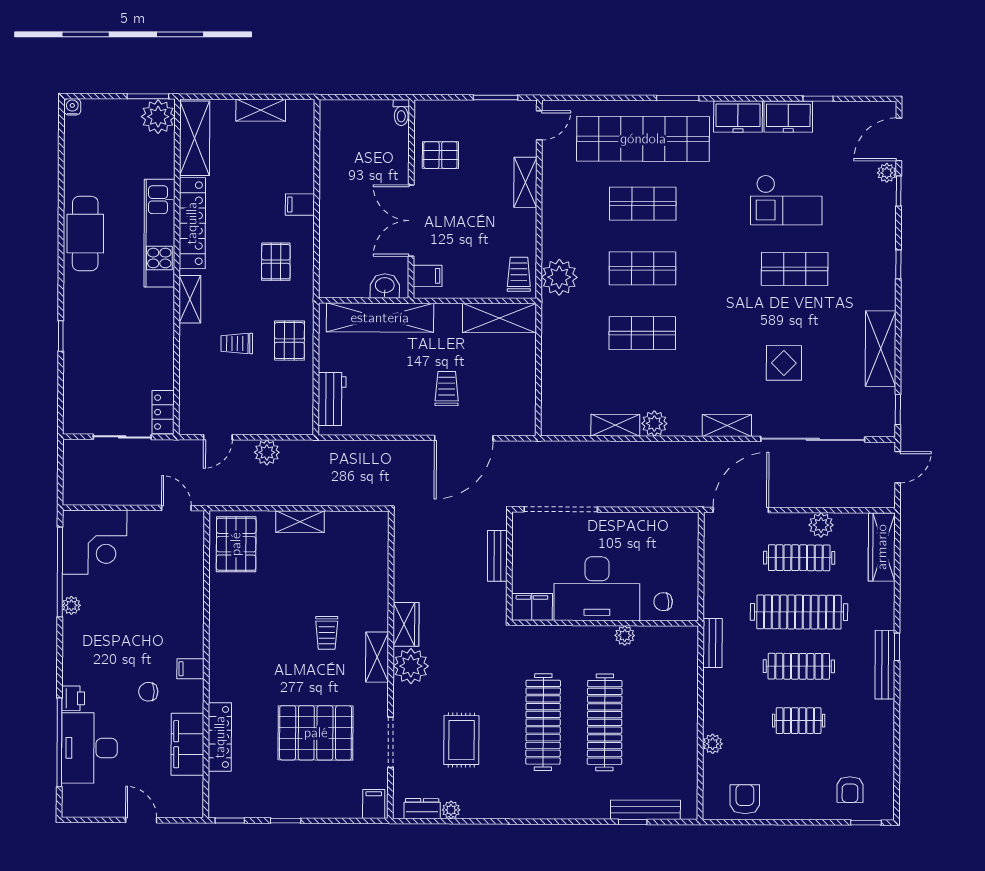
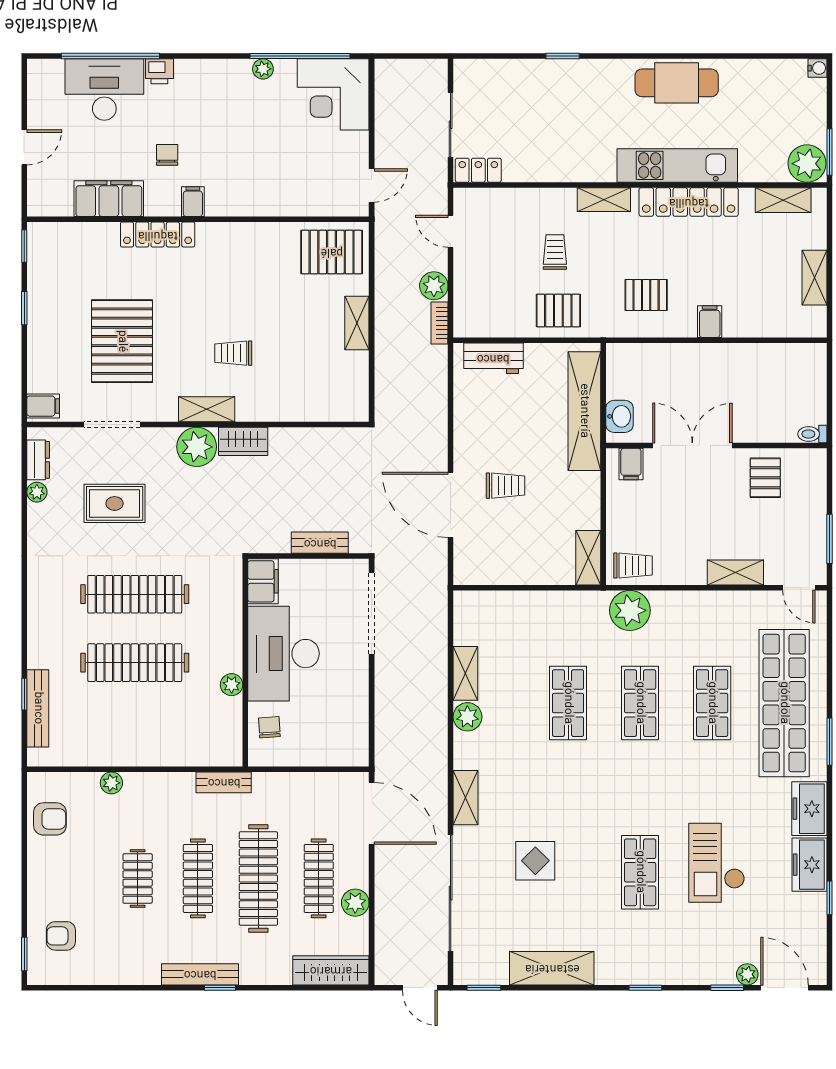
shelving: (195, 138) -> (783, 200), width x0.67, depth x0.75
shelving: (499, 318) -> (588, 558), width x0.67, depth x0.75
bookcase: (300, 447) -> (439, 323), added
locker: (220, 737) -> (158, 235), moved

